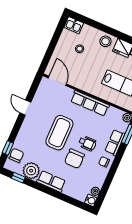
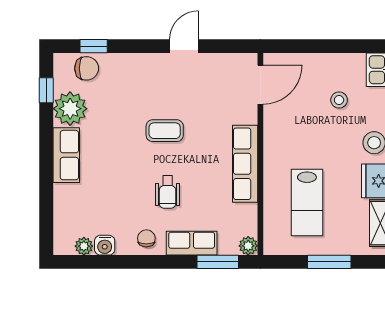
coffee table: (59, 133) -> (165, 131), width x0.54, depth x0.58
chair: (74, 159) -> (128, 180), removed
water cooler: (91, 200) -> (105, 245), moved

